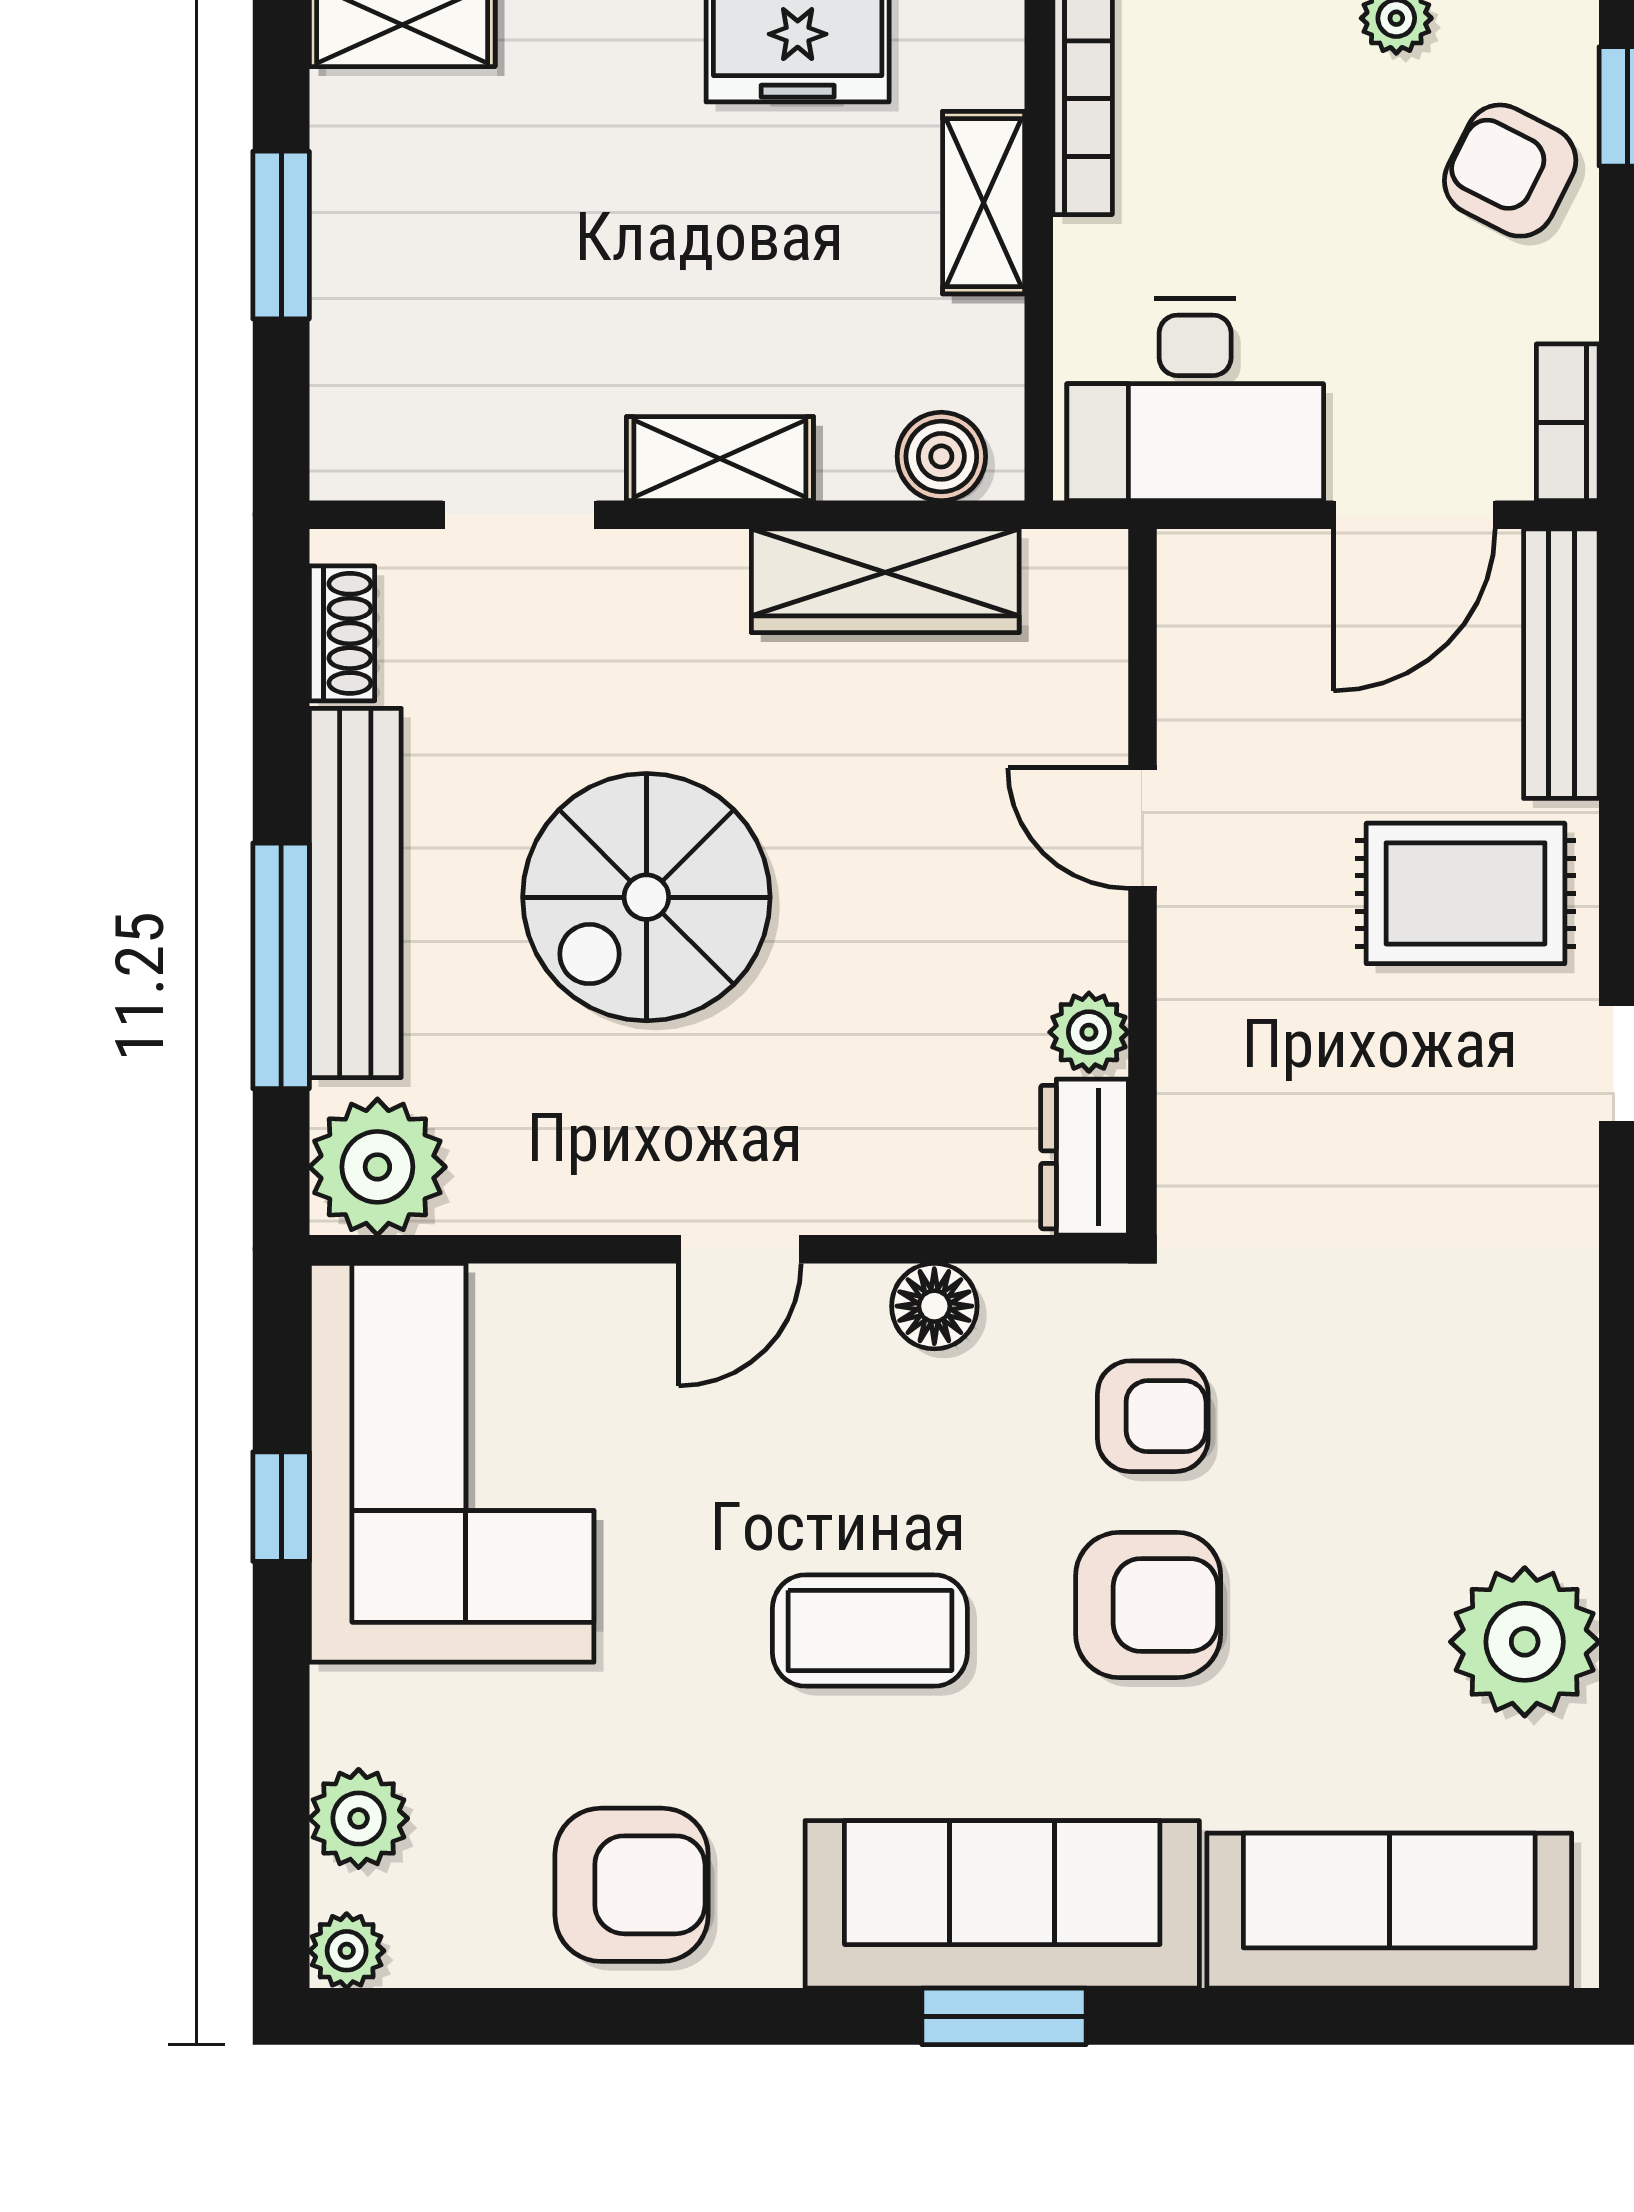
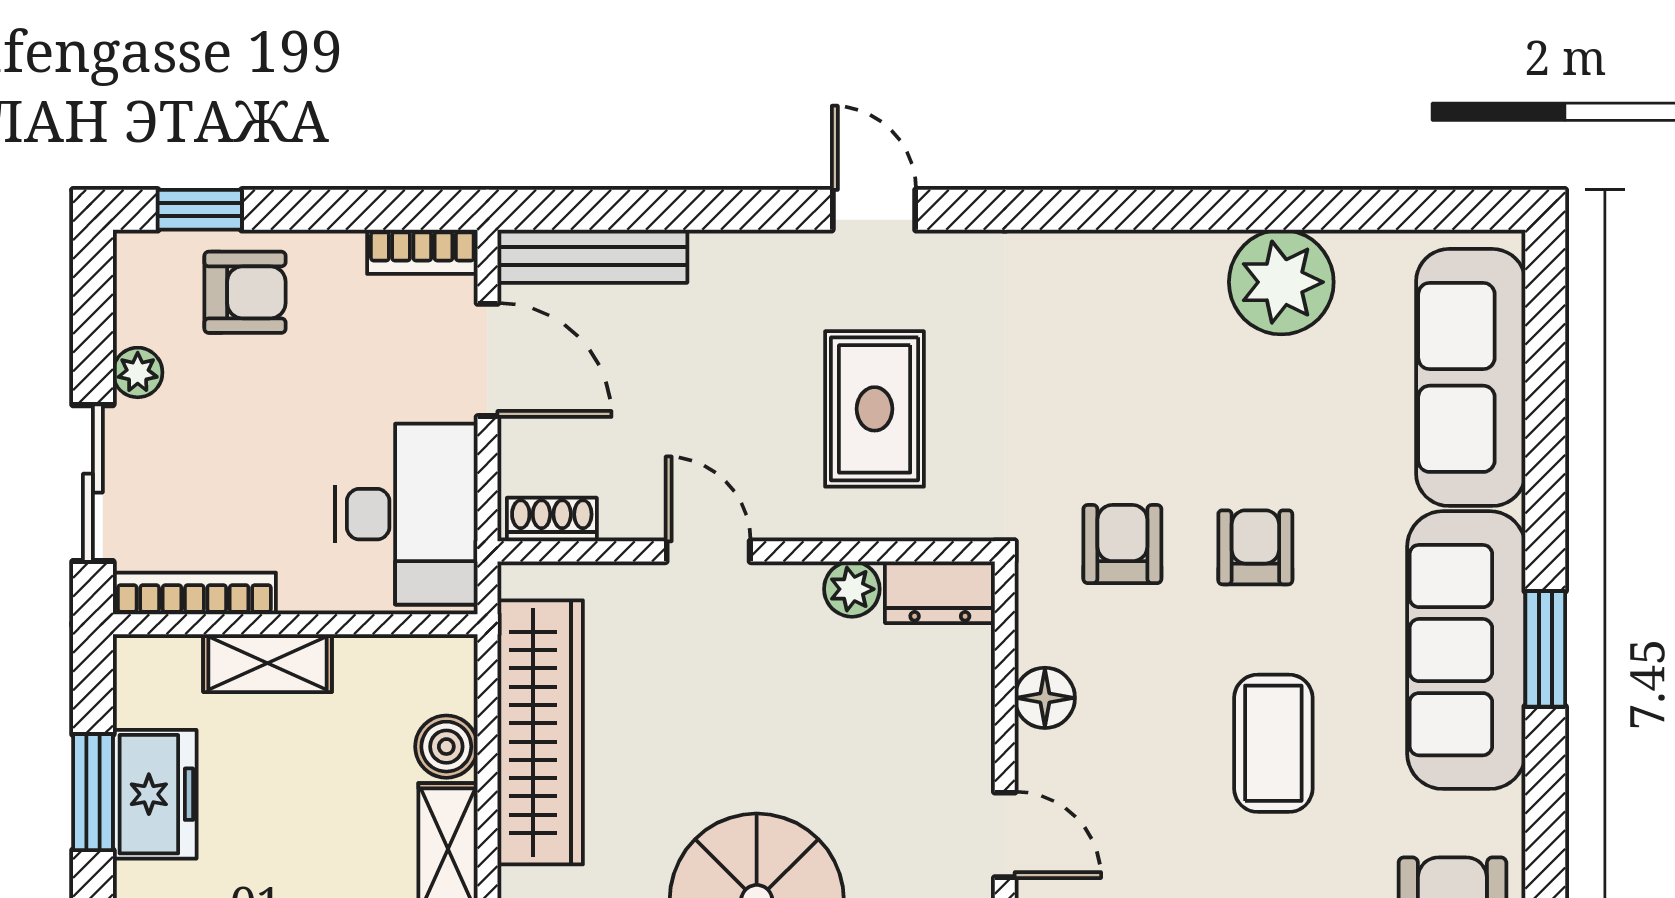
armchair: (1510, 171) -> (245, 292), turned -117
boiler: (941, 456) -> (446, 747), moved
wardrobe: (885, 581) -> (540, 732), width x1.40, depth x1.17
shoe rack: (1188, 606) -> (552, 519), added
door: (1142, 828) -> (708, 551), swing flipped
rug: (1465, 893) -> (875, 409), moved
armchair: (1148, 1605) -> (1255, 547), width x0.72, depth x0.72

